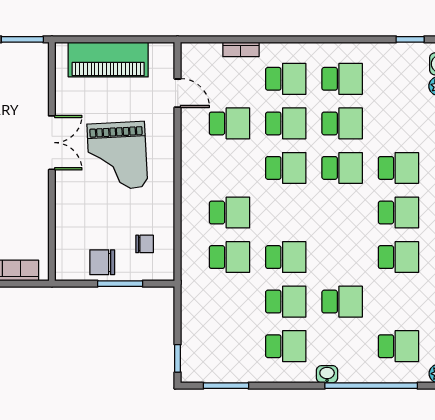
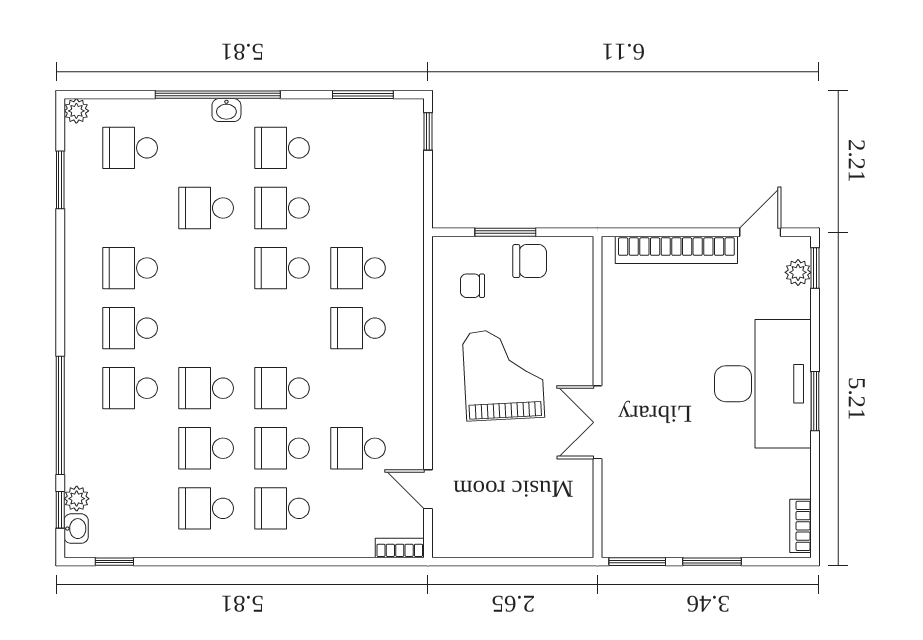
bookcase: (241, 49) -> (400, 548), moved
piano: (108, 60) -> (522, 534), removed
grand piano: (117, 156) -> (503, 375), moved
window: (371, 386) -> (218, 95), moved

